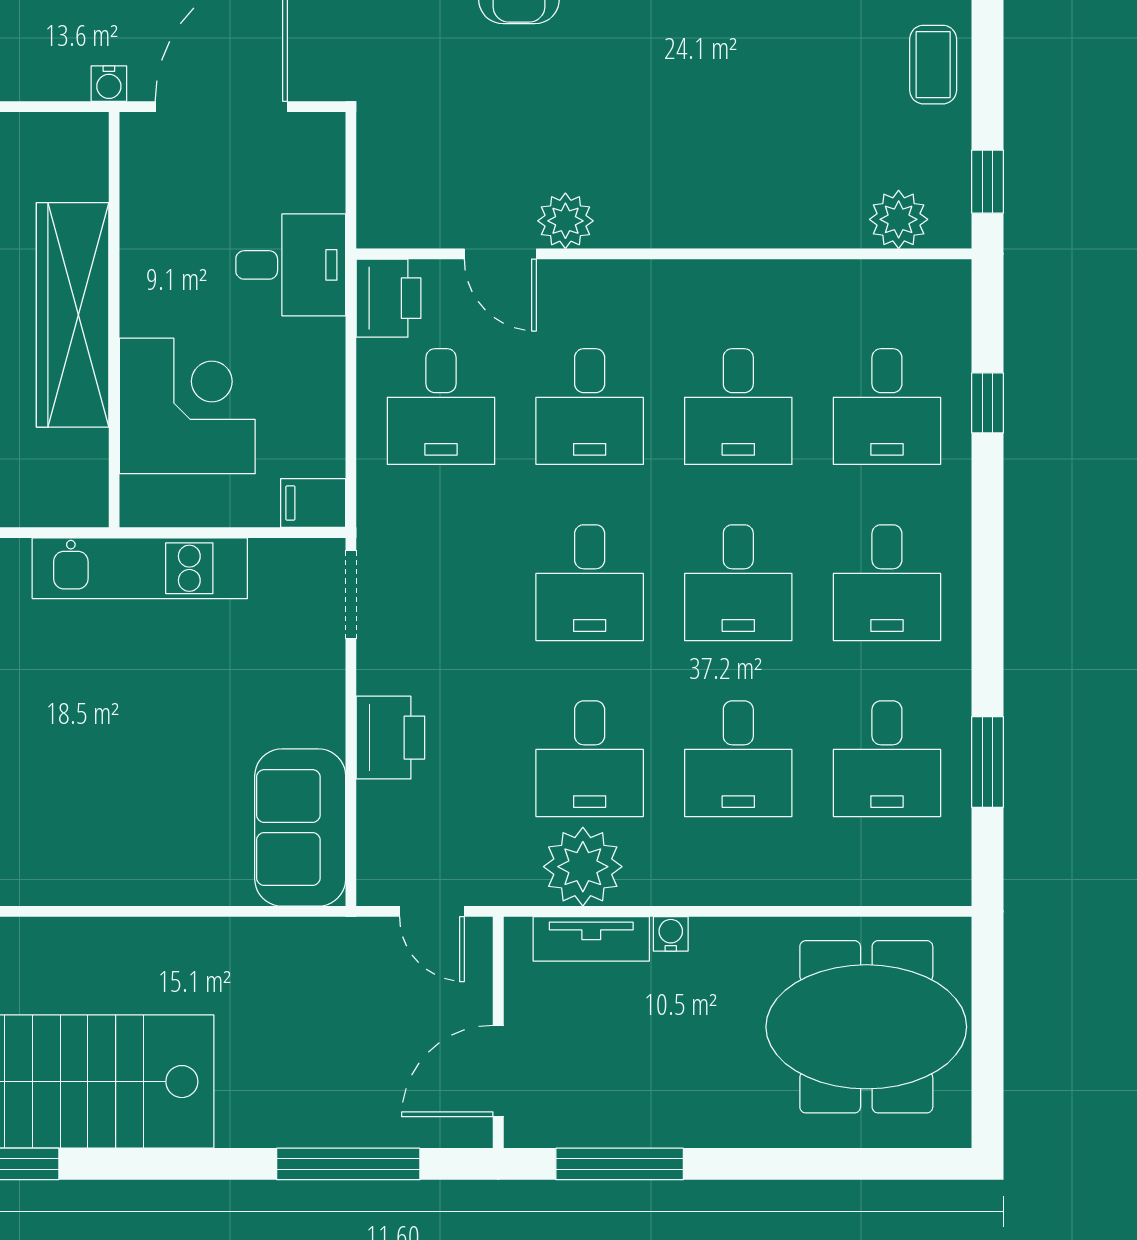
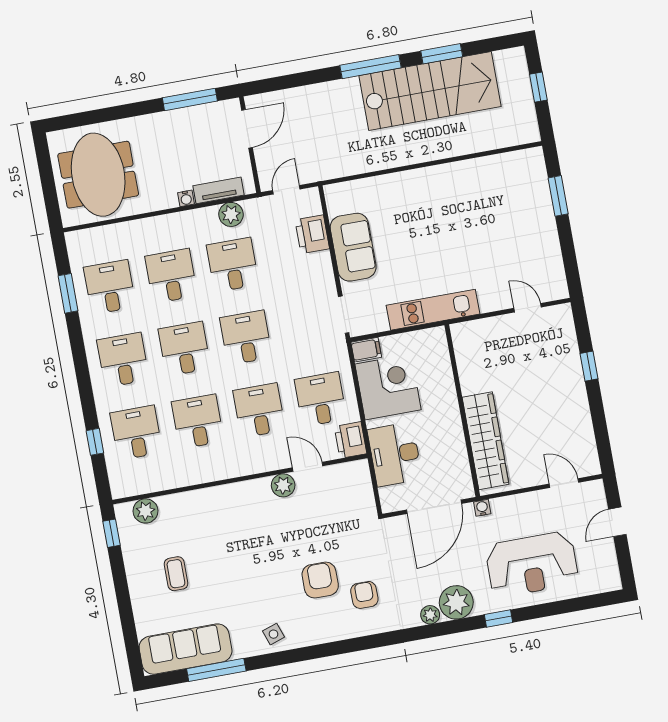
coffee table: (933, 65) -> (176, 574), moved
desk: (291, 265) -> (395, 454), width x1.37
wardrobe: (73, 315) -> (485, 441), moved
corner desk: (187, 406) -> (388, 387), moved, turned 180
printer: (390, 738) -> (312, 234), moved
sofa: (300, 828) -> (353, 247), moved
plant: (583, 867) -> (231, 214), width x0.73, depth x0.73
door: (432, 911) -> (286, 190), hinge flipped
meeting table: (866, 1027) -> (98, 175), turned 90
window: (348, 1164) -> (371, 67), moved

